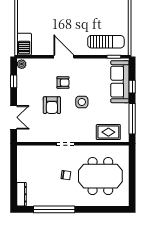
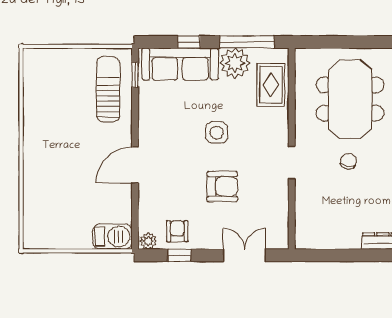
armchair: (63, 83) -> (177, 231), moved
plant: (120, 112) -> (235, 63), added

